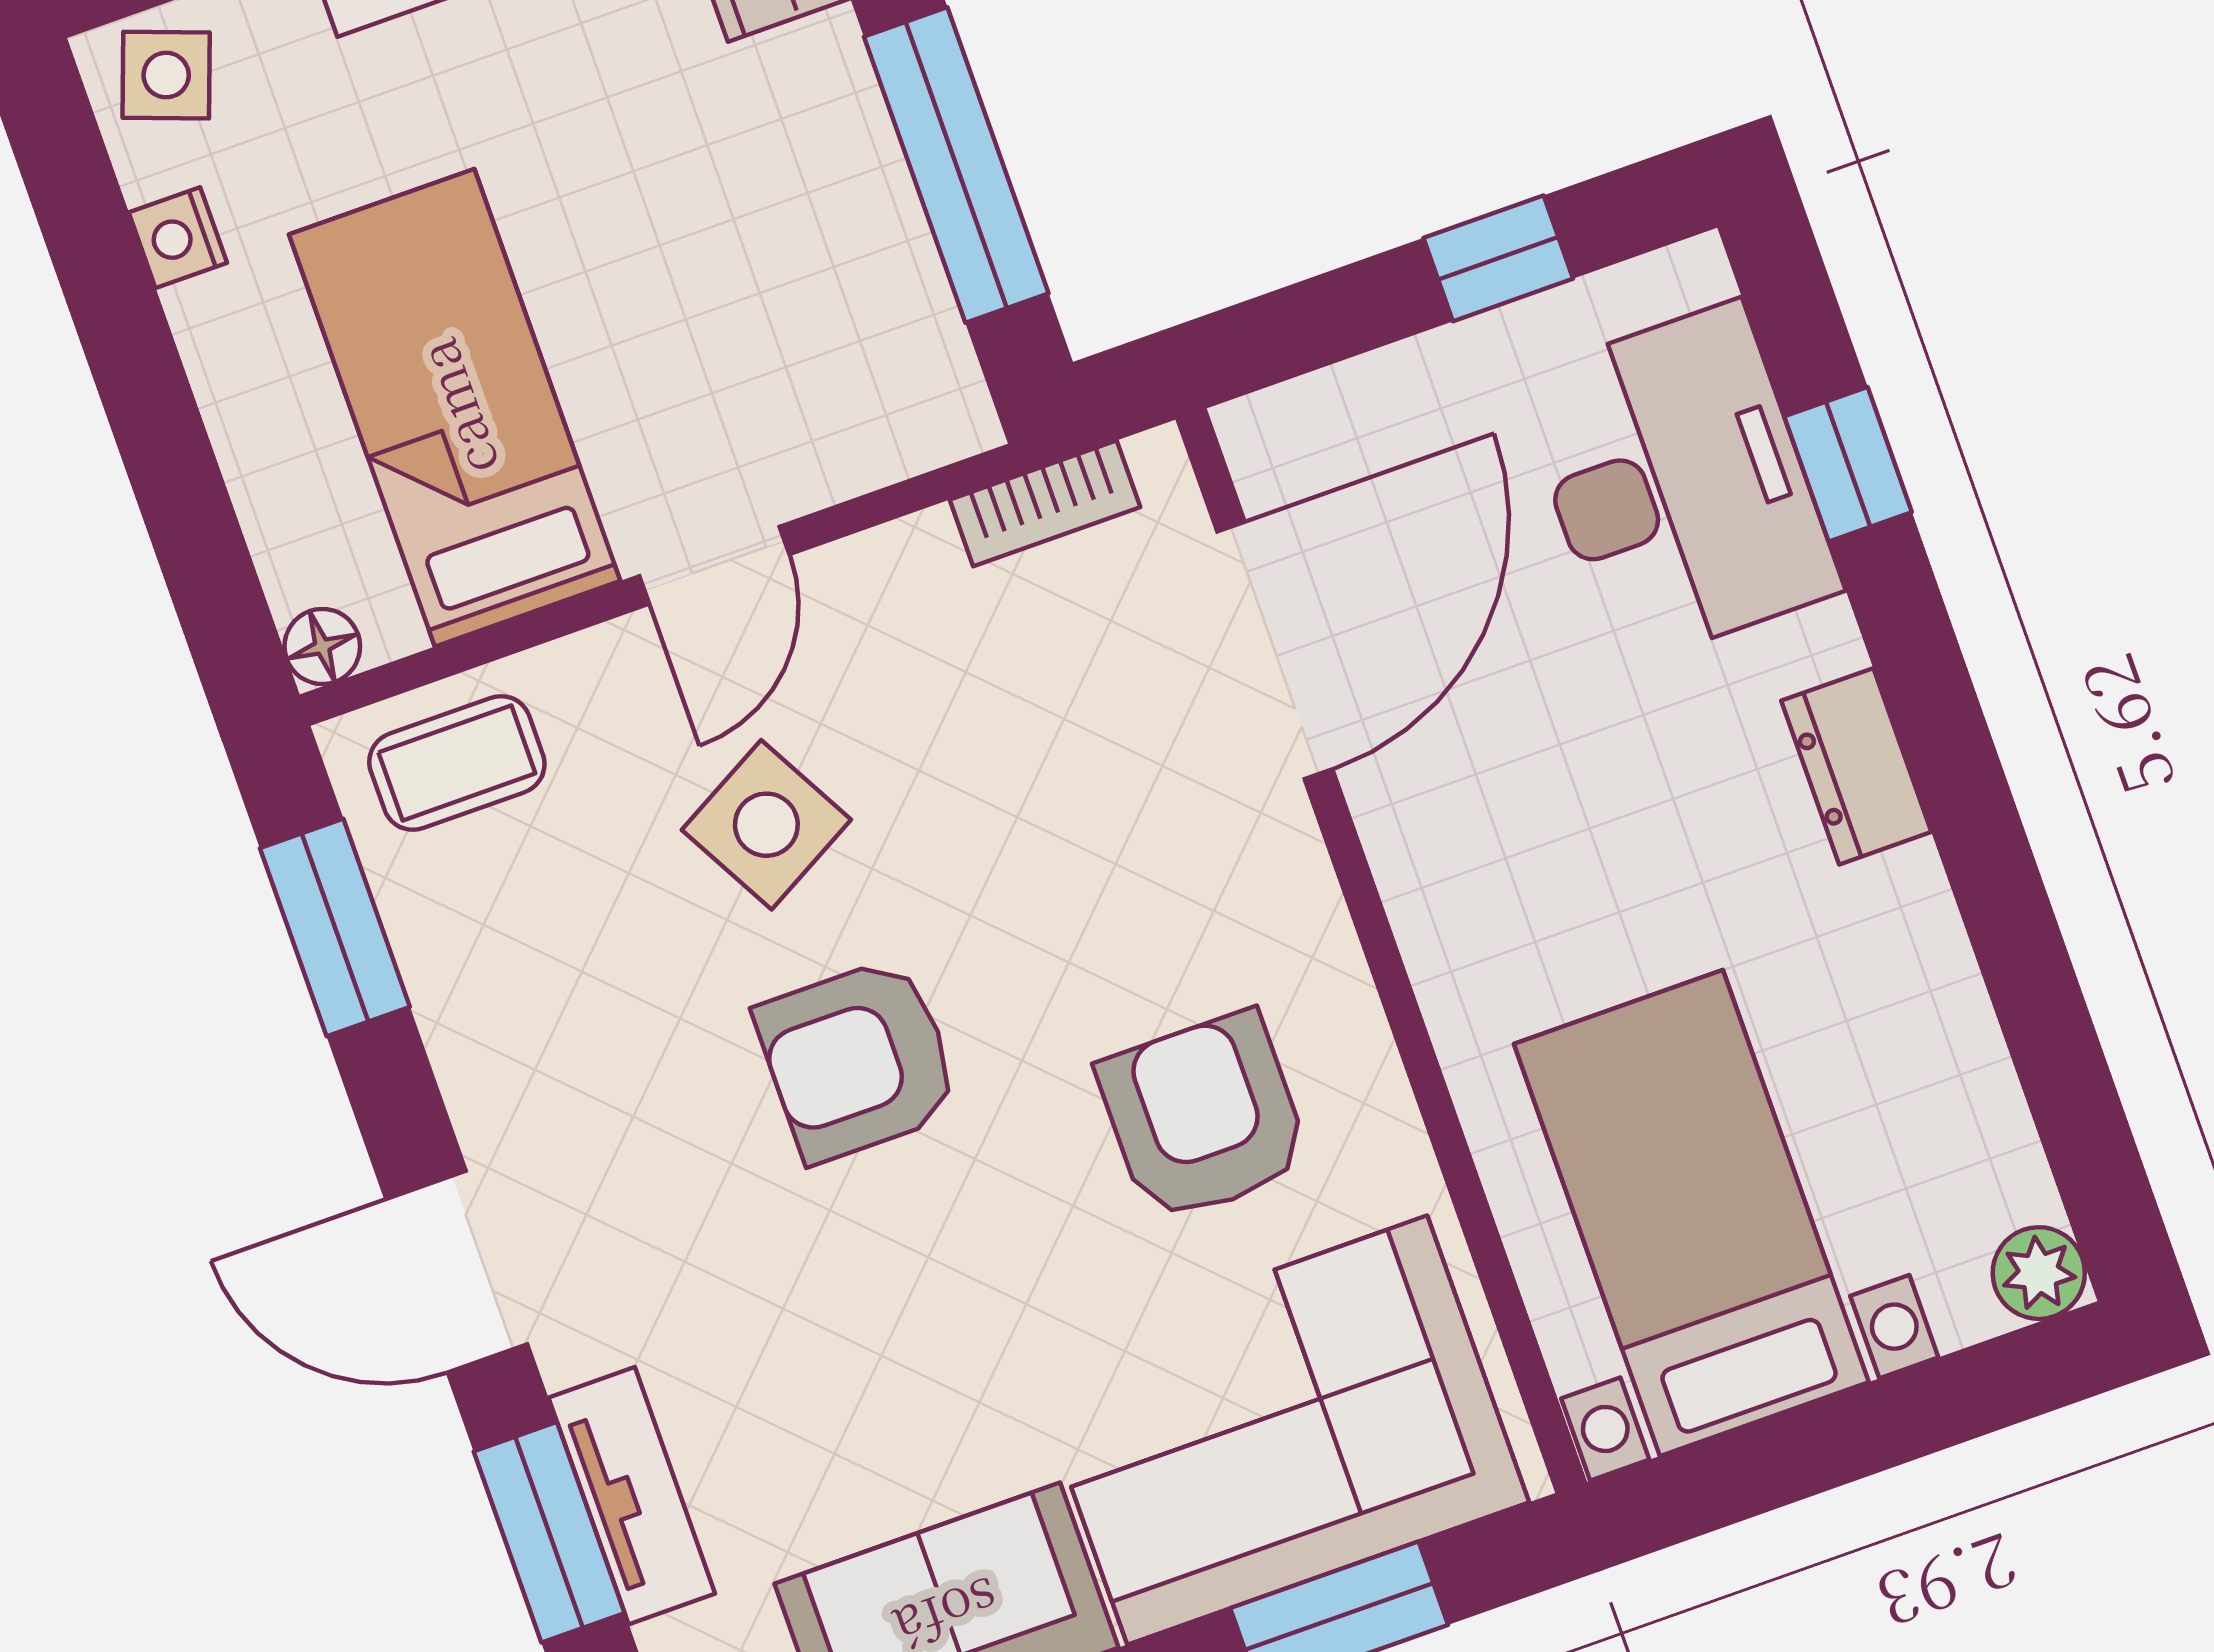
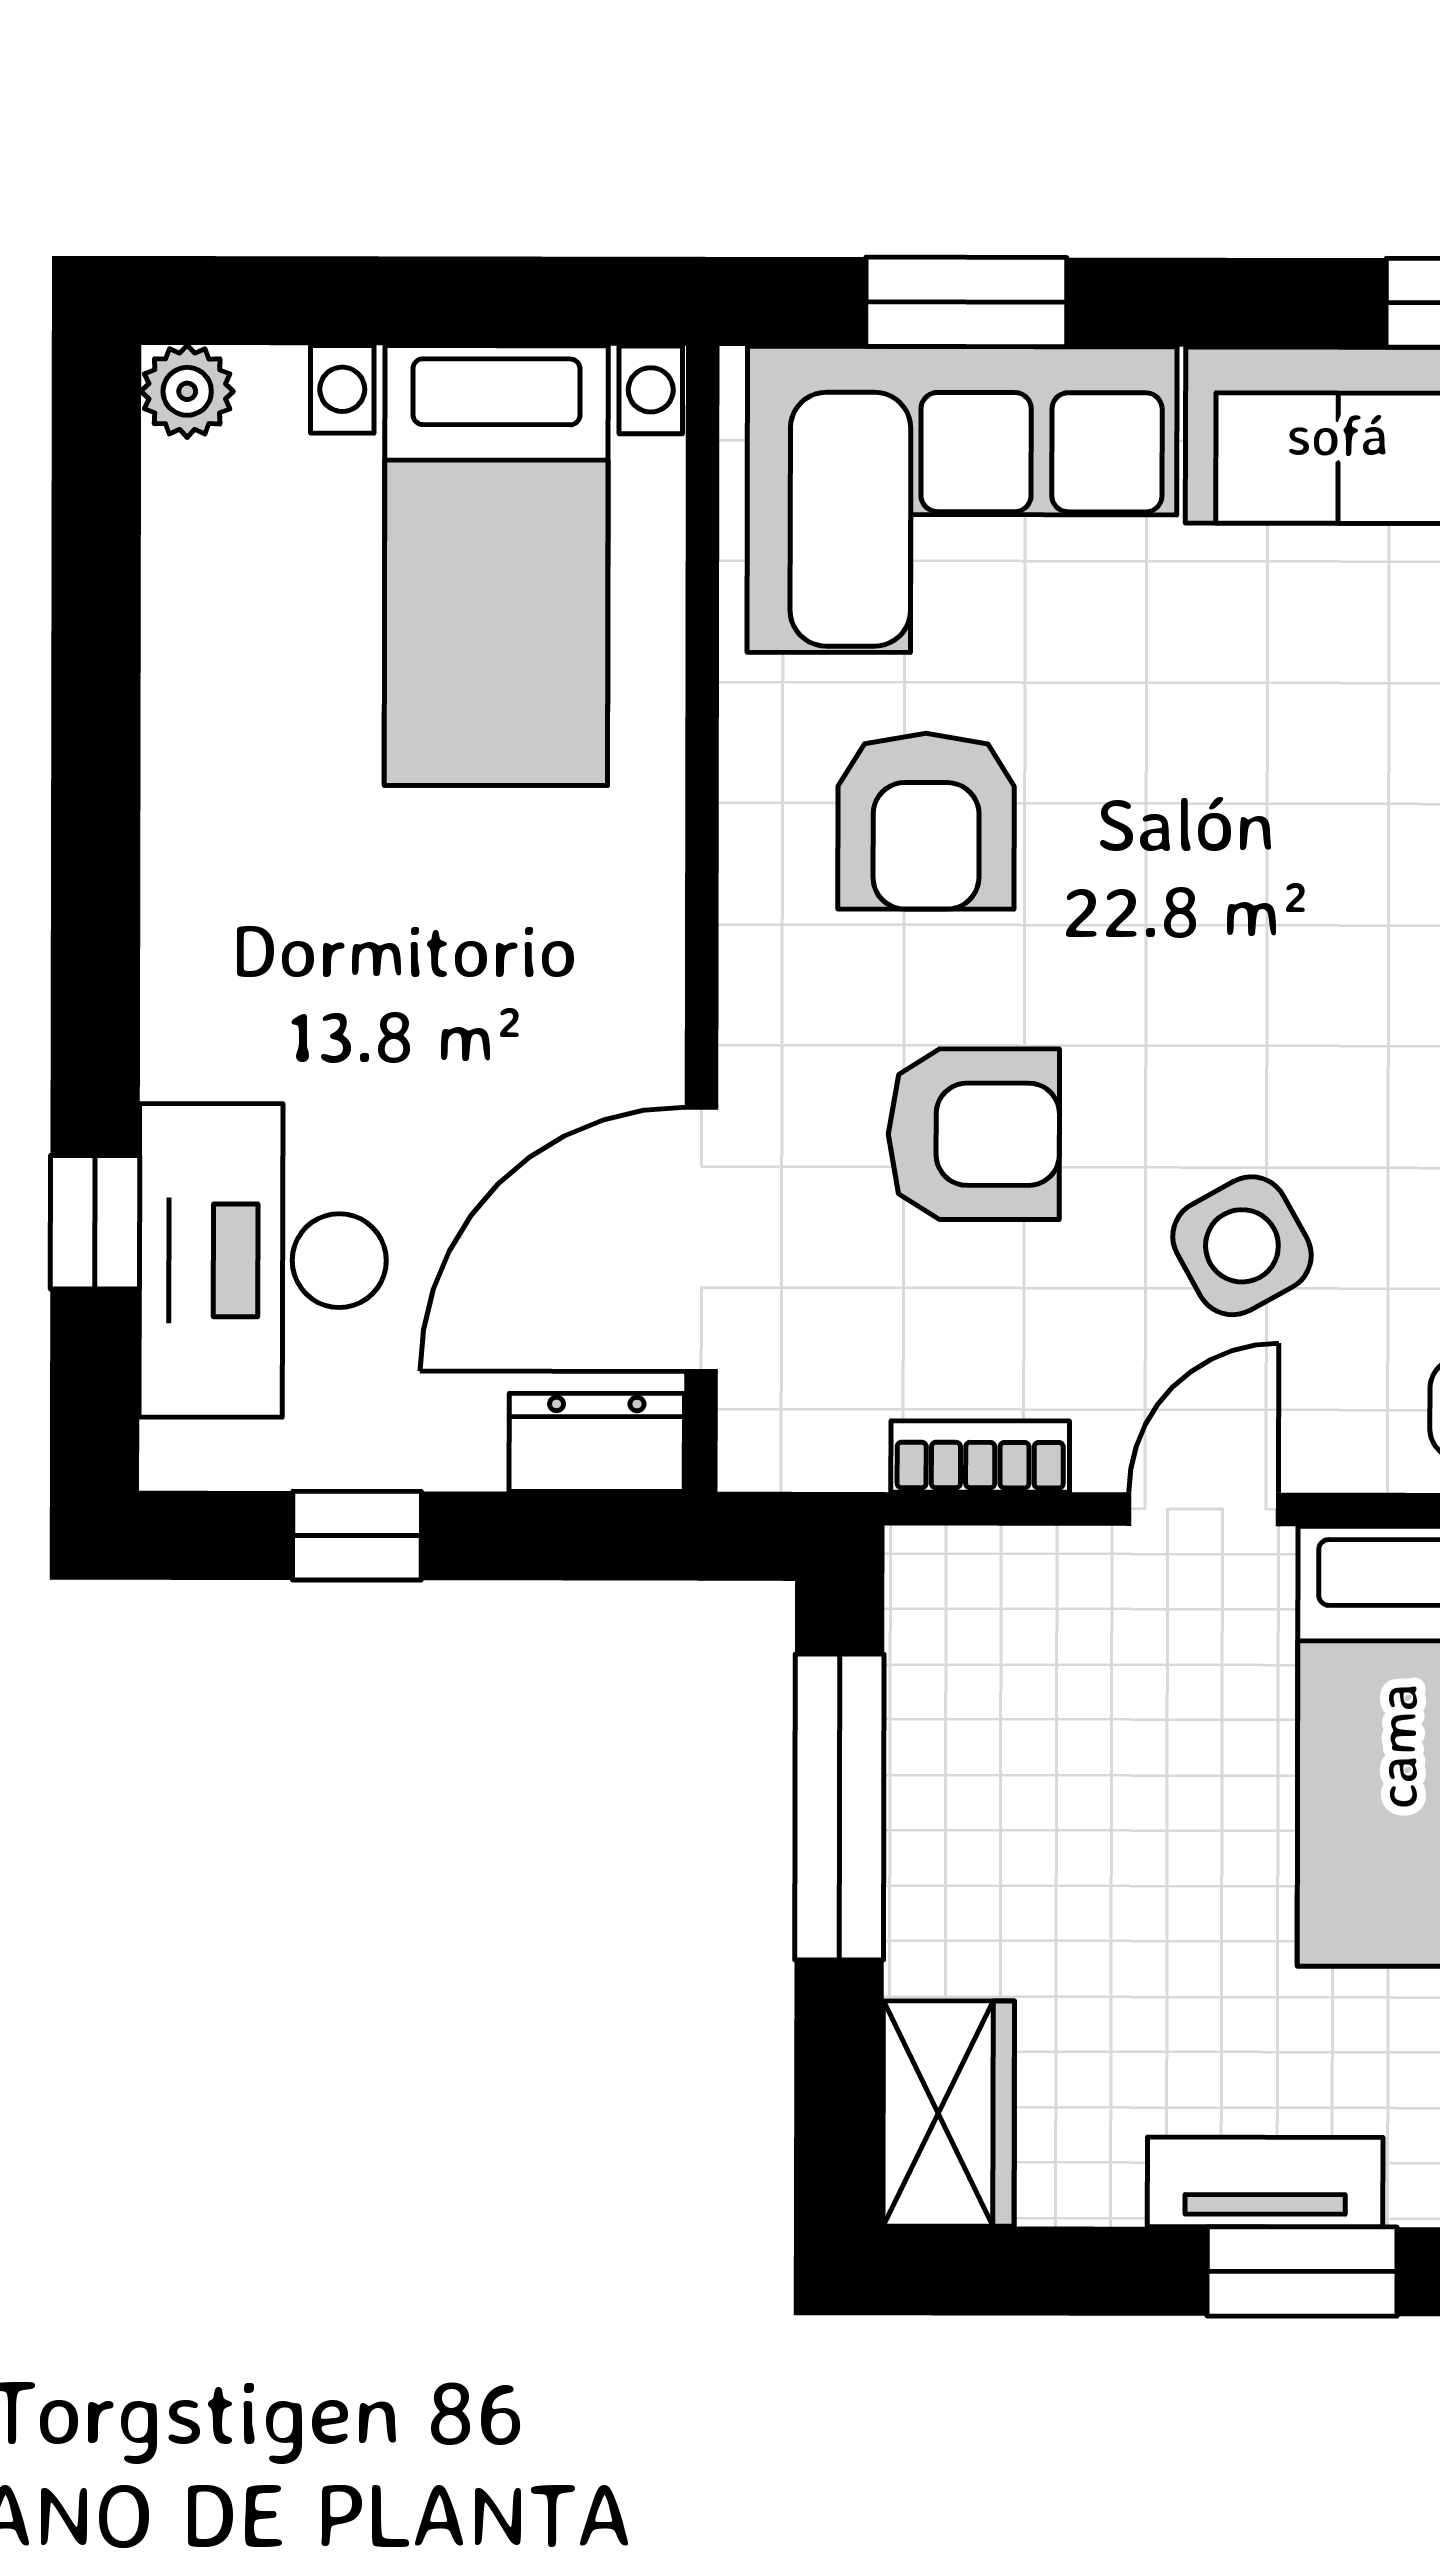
bookcase: (1045, 503) -> (980, 1457), moved
dresser: (1856, 766) -> (597, 1442), moved, turned -90
armchair: (858, 1060) -> (974, 1134), moved

